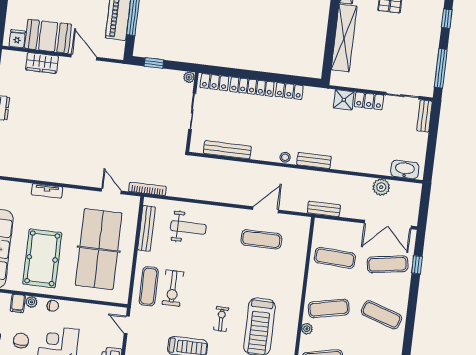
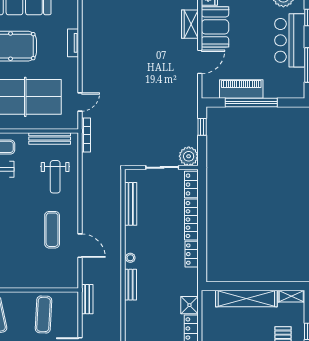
plant: (189, 77) -> (189, 156), width x1.87, depth x1.87
exercise mat: (261, 239) -> (52, 230), moved

